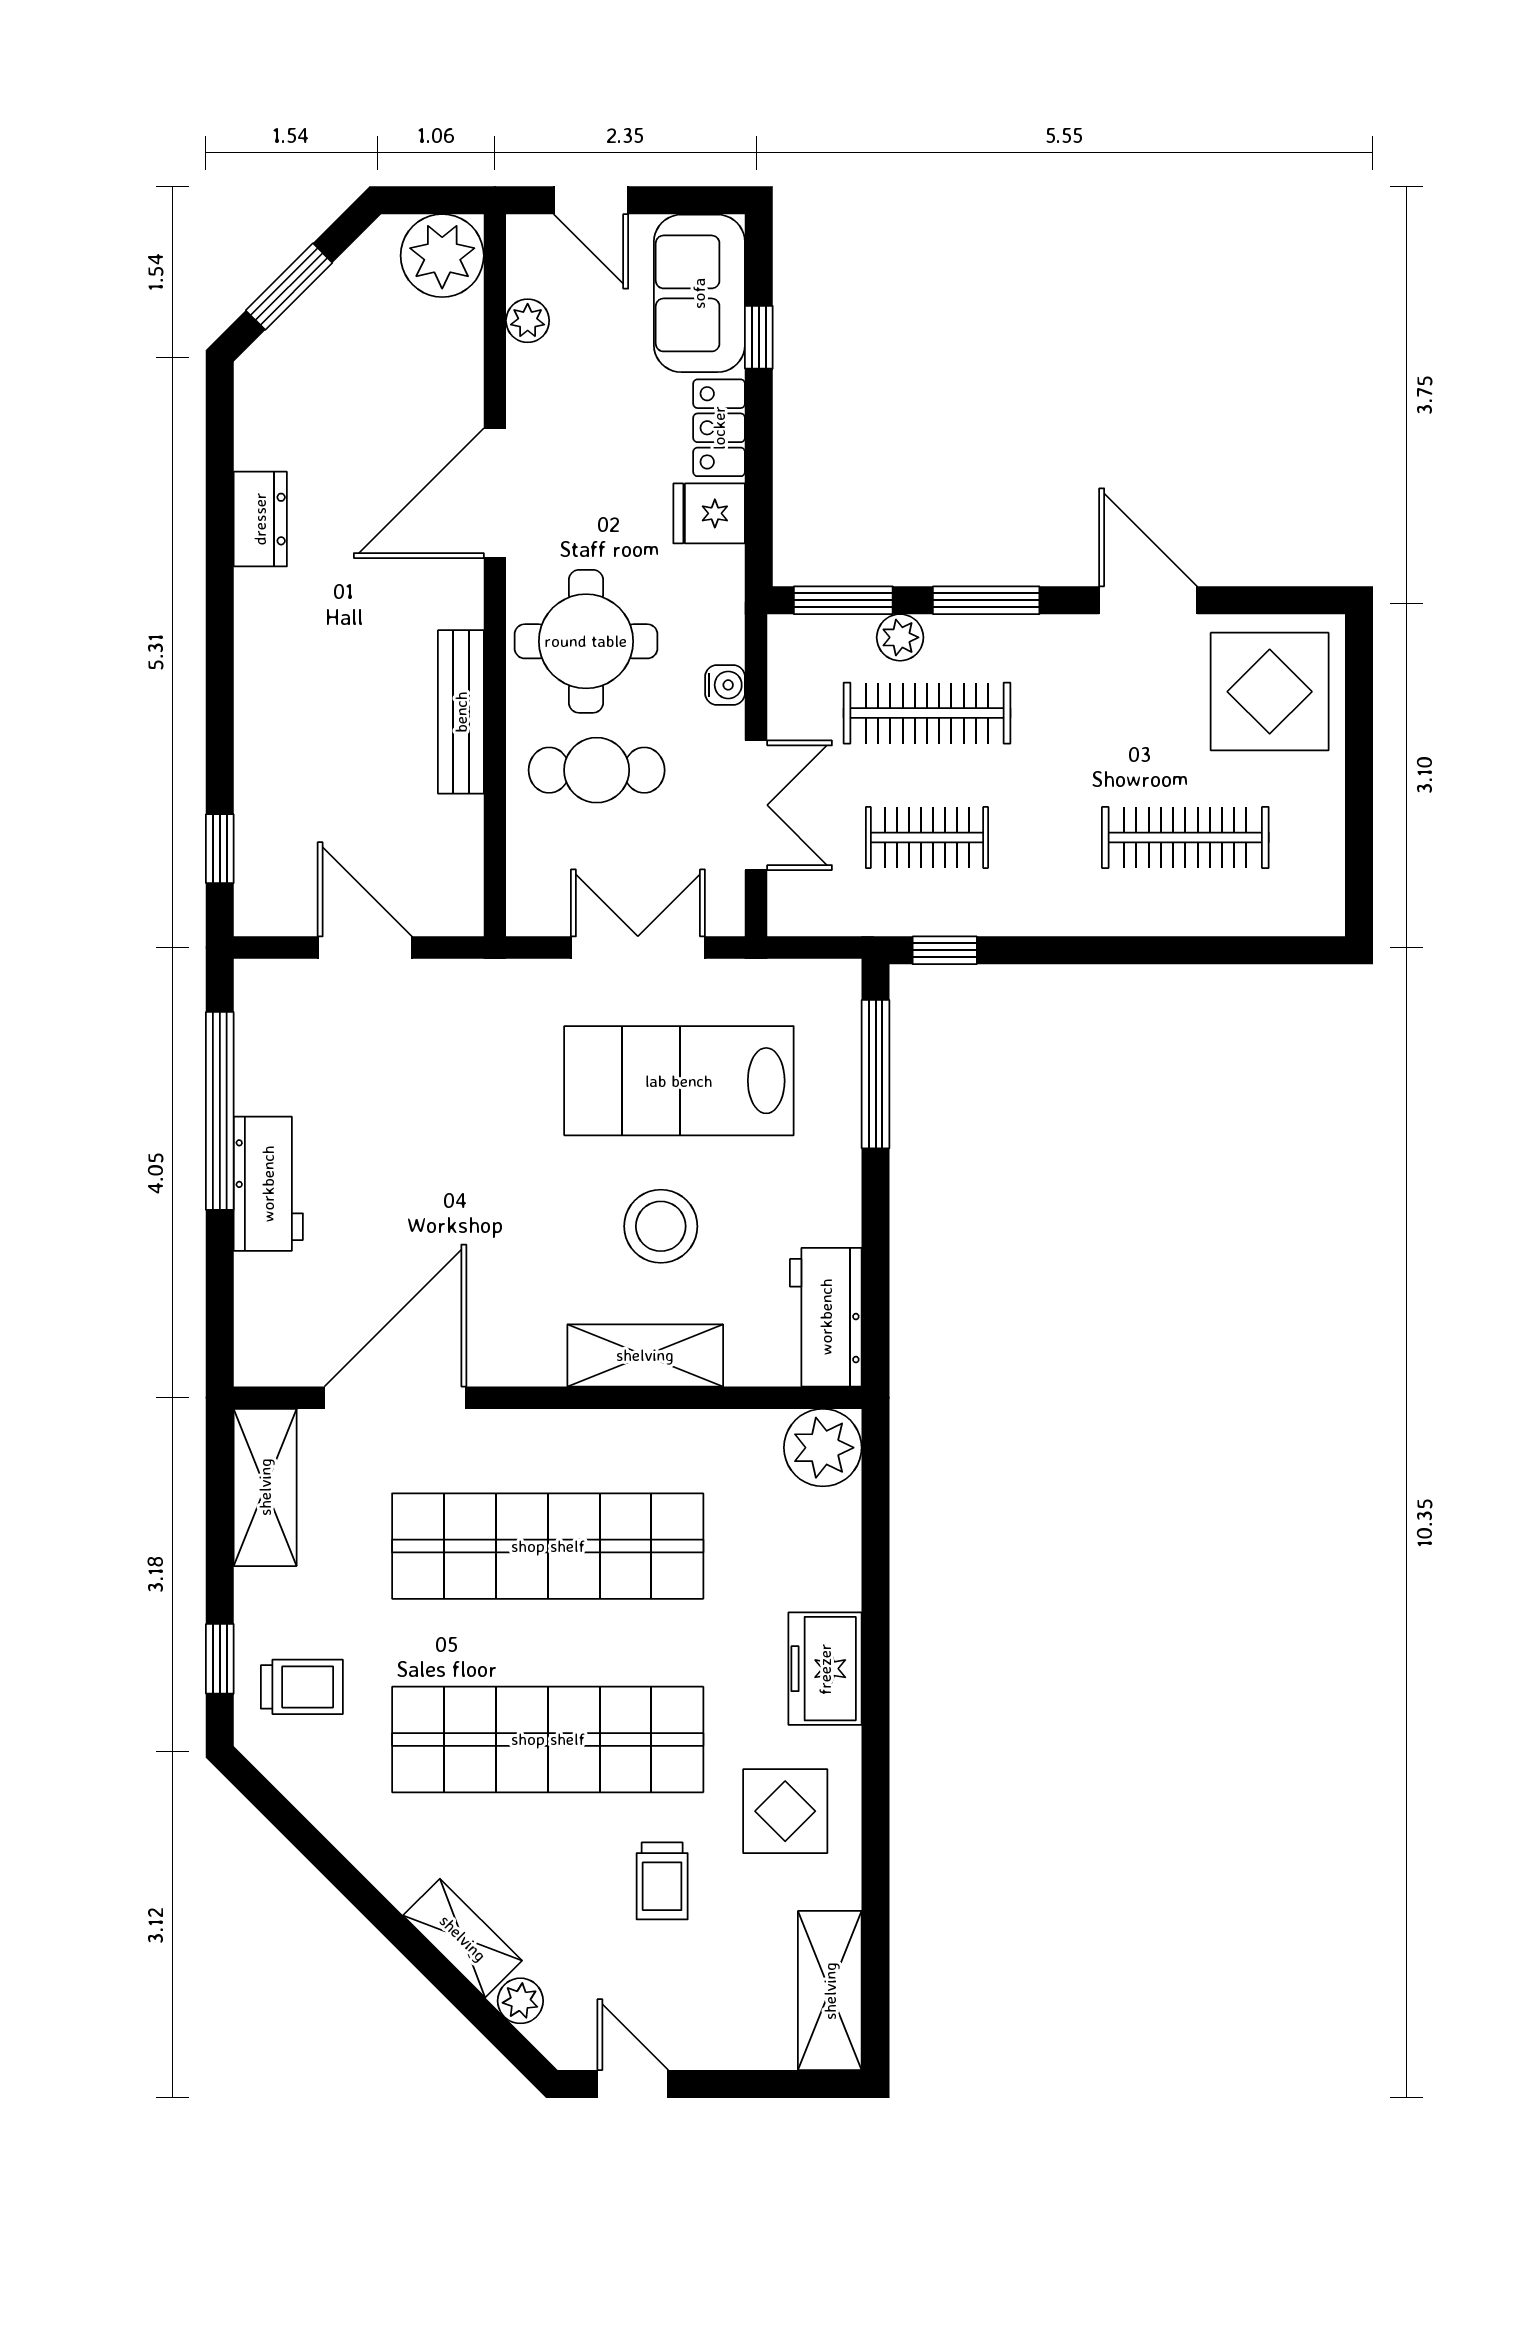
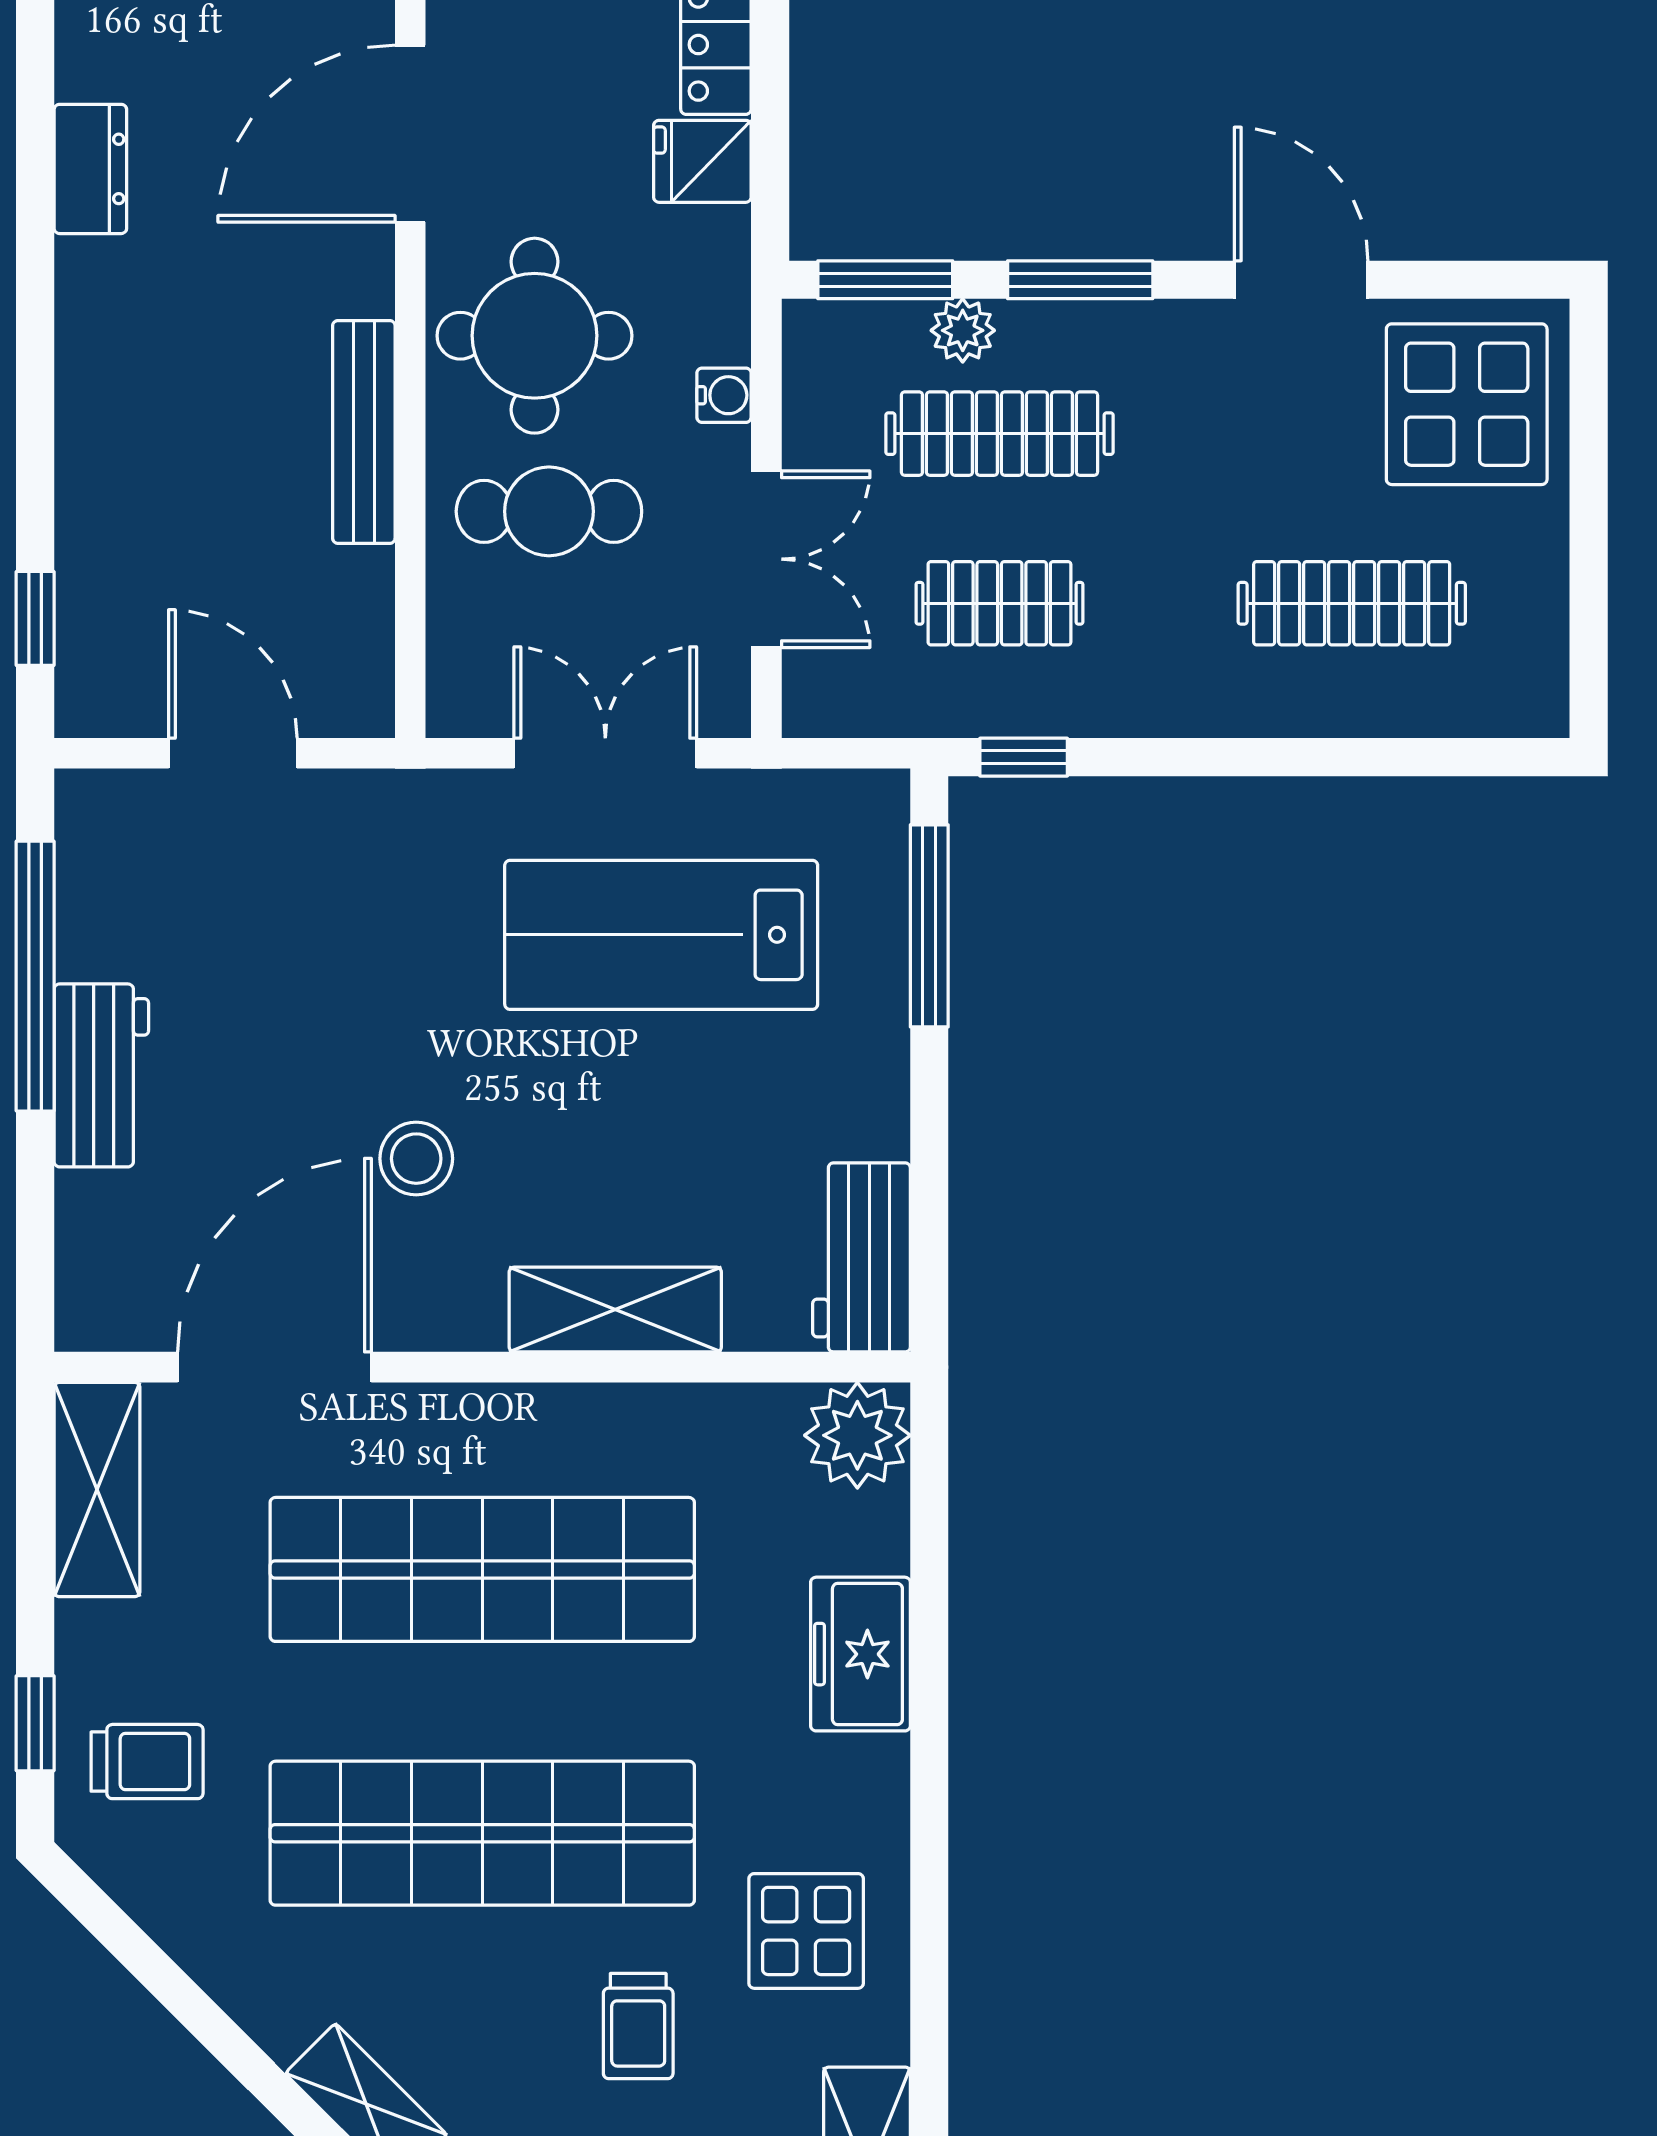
stool: (661, 1226) -> (416, 1159), moved, width x0.73, depth x0.73
freezer: (825, 1669) -> (860, 1654), moved

